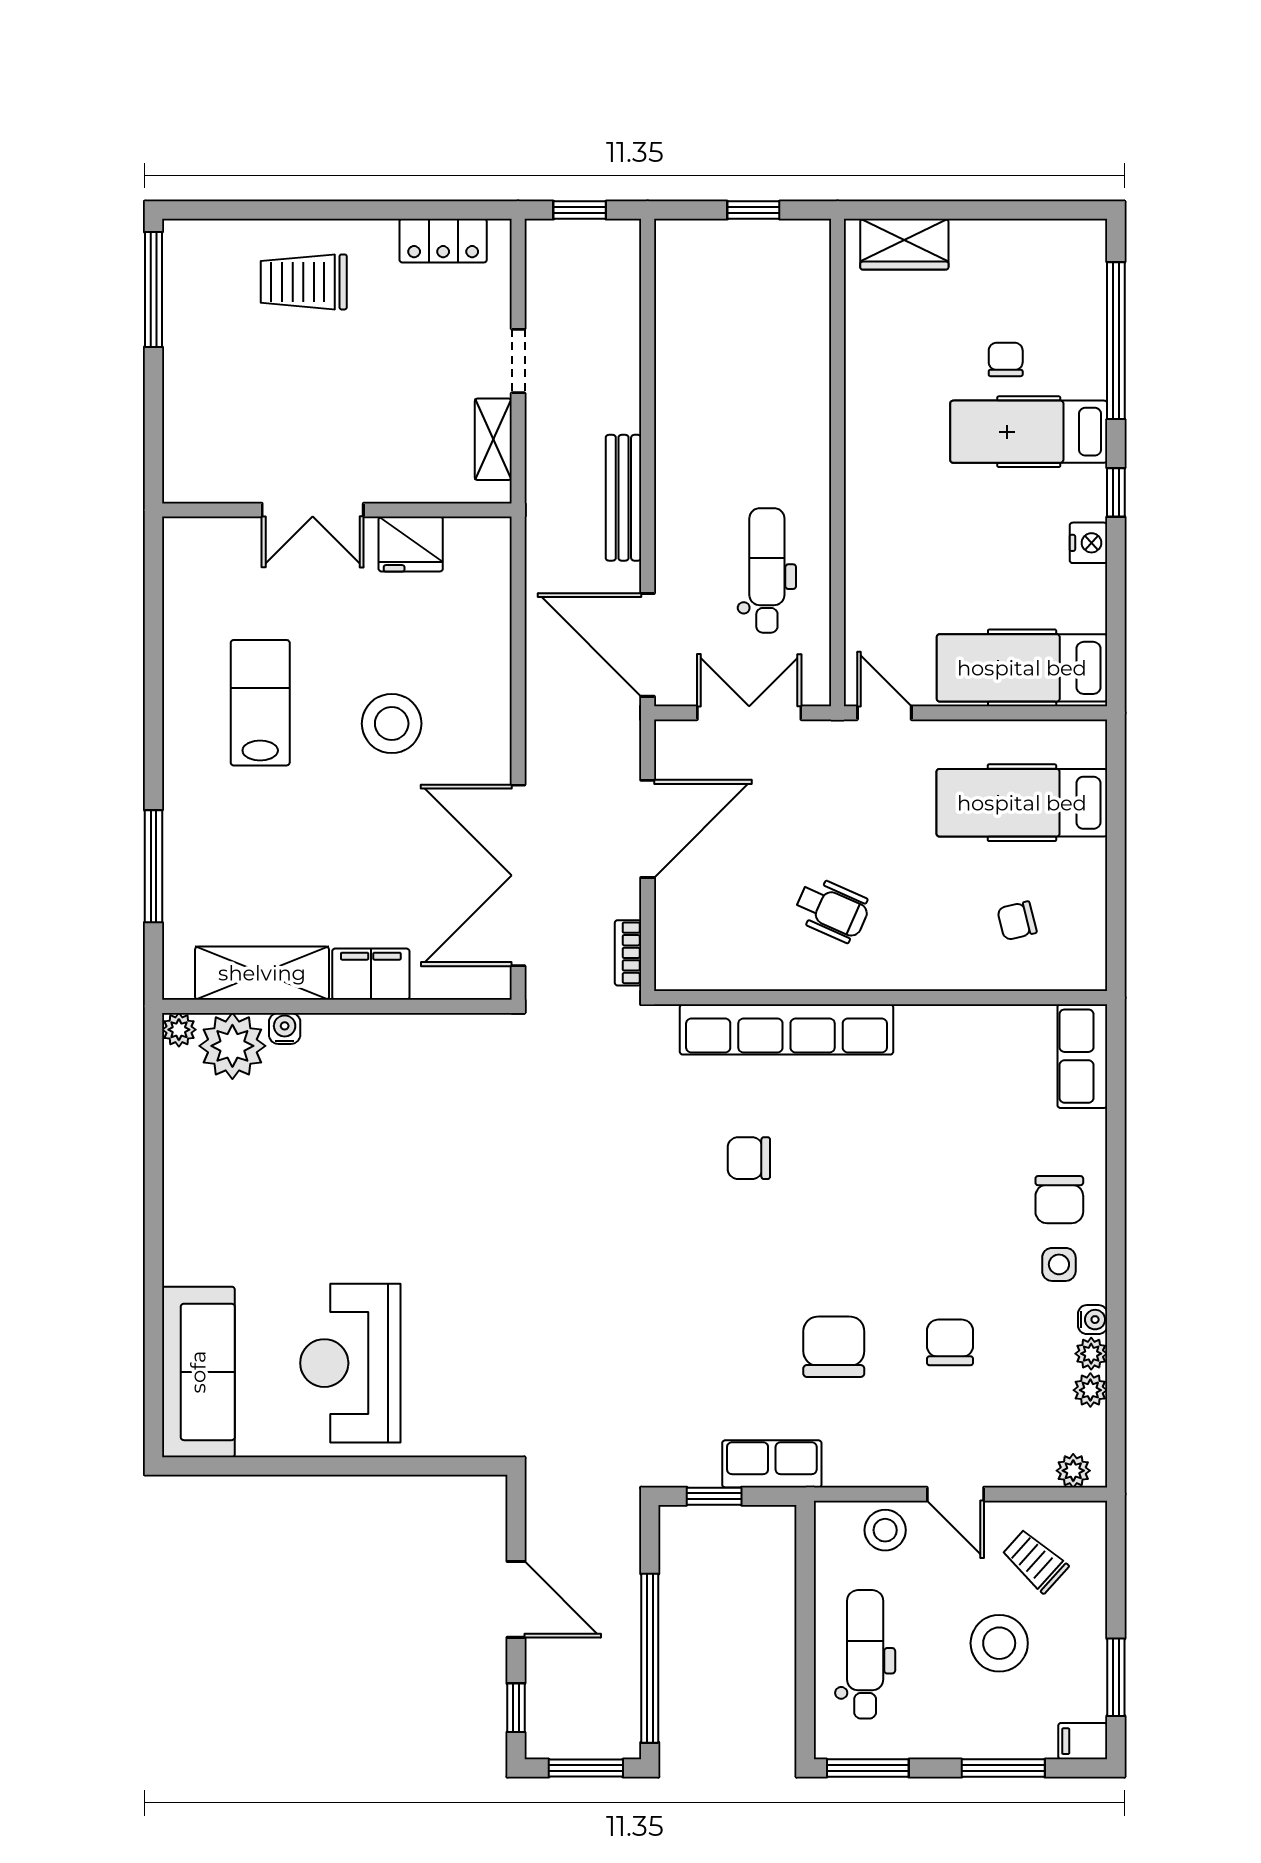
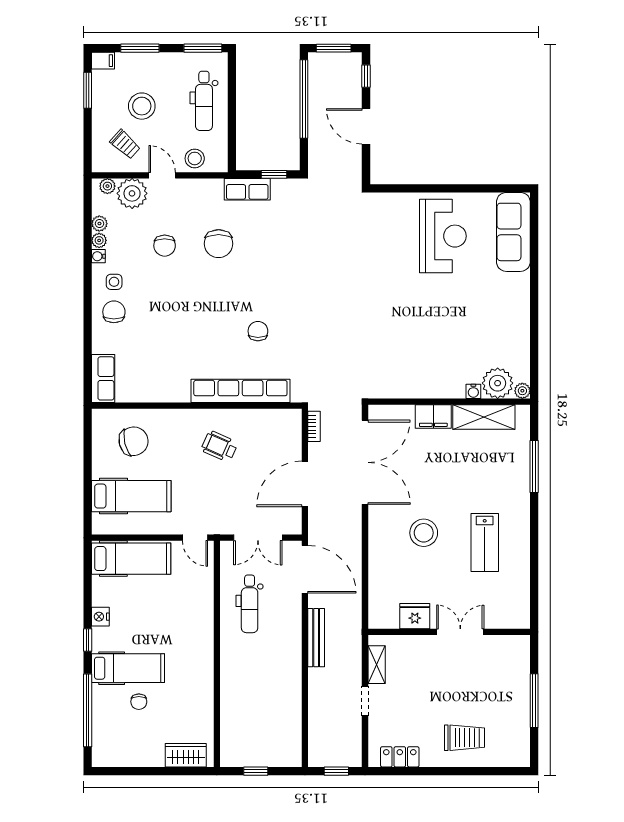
window: (153, 289) -> (534, 701), moved
chair: (1017, 921) -> (134, 441), width x1.87, depth x1.87
chair: (749, 1158) -> (258, 331), turned -90
plant: (1020, 1455) -> (132, 193), added

